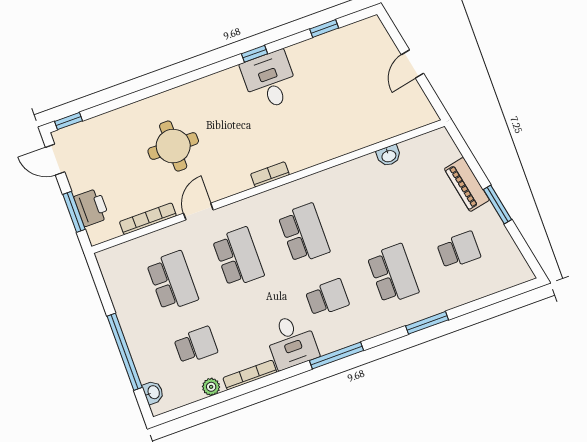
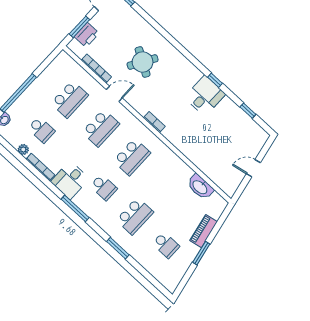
round table: (173, 146) -> (143, 62), turned 31
washbasin: (389, 156) -> (200, 187), width x1.91, depth x1.45

